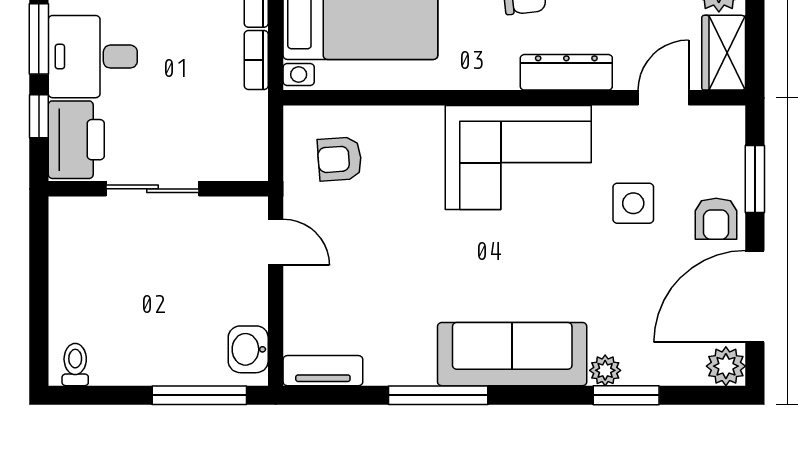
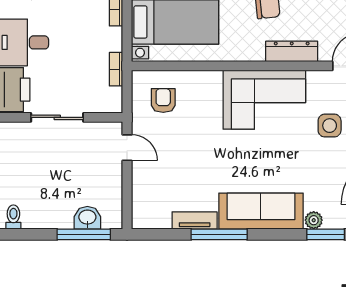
bookcase: (256, 60) -> (116, 69), moved
armchair: (340, 159) -> (163, 100), turned 94
washbasin: (248, 349) -> (87, 218), moved, turned 90
tv unit: (323, 371) -> (195, 220), moved

